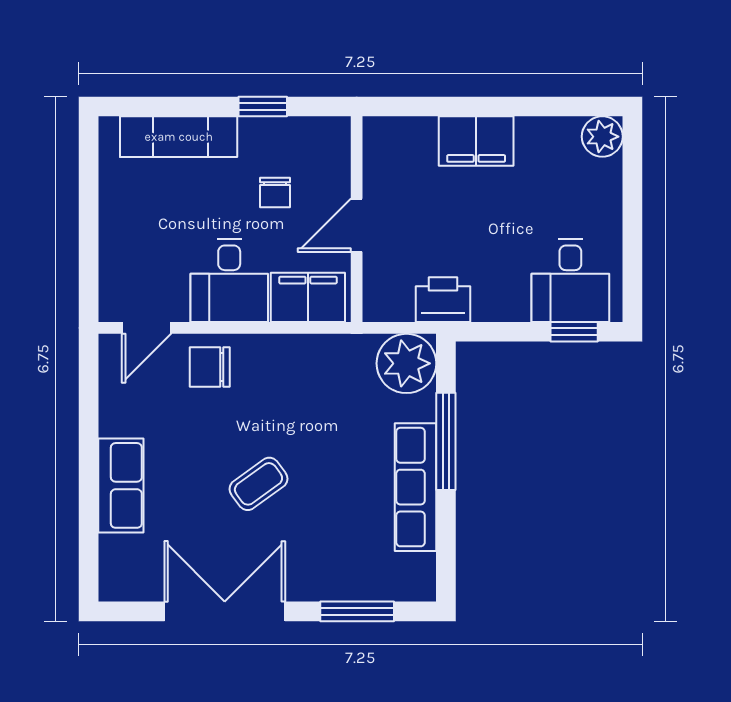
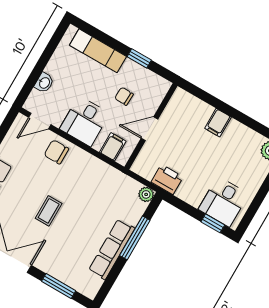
filing cabinet: (476, 141) -> (218, 123), width x0.50
chair: (275, 193) -> (124, 96), turned 92
washbasin: (114, 253) -> (44, 83), added
filing cabinet: (308, 297) -> (113, 147), width x0.50
plant: (406, 363) -> (146, 194), width x0.53, depth x0.53
coffee table: (258, 484) -> (49, 211), turned -54

